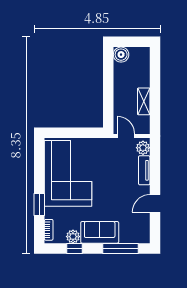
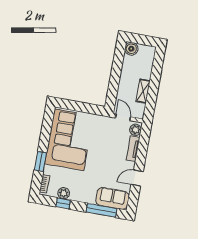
sofa: (100, 232) -> (112, 198), moved

